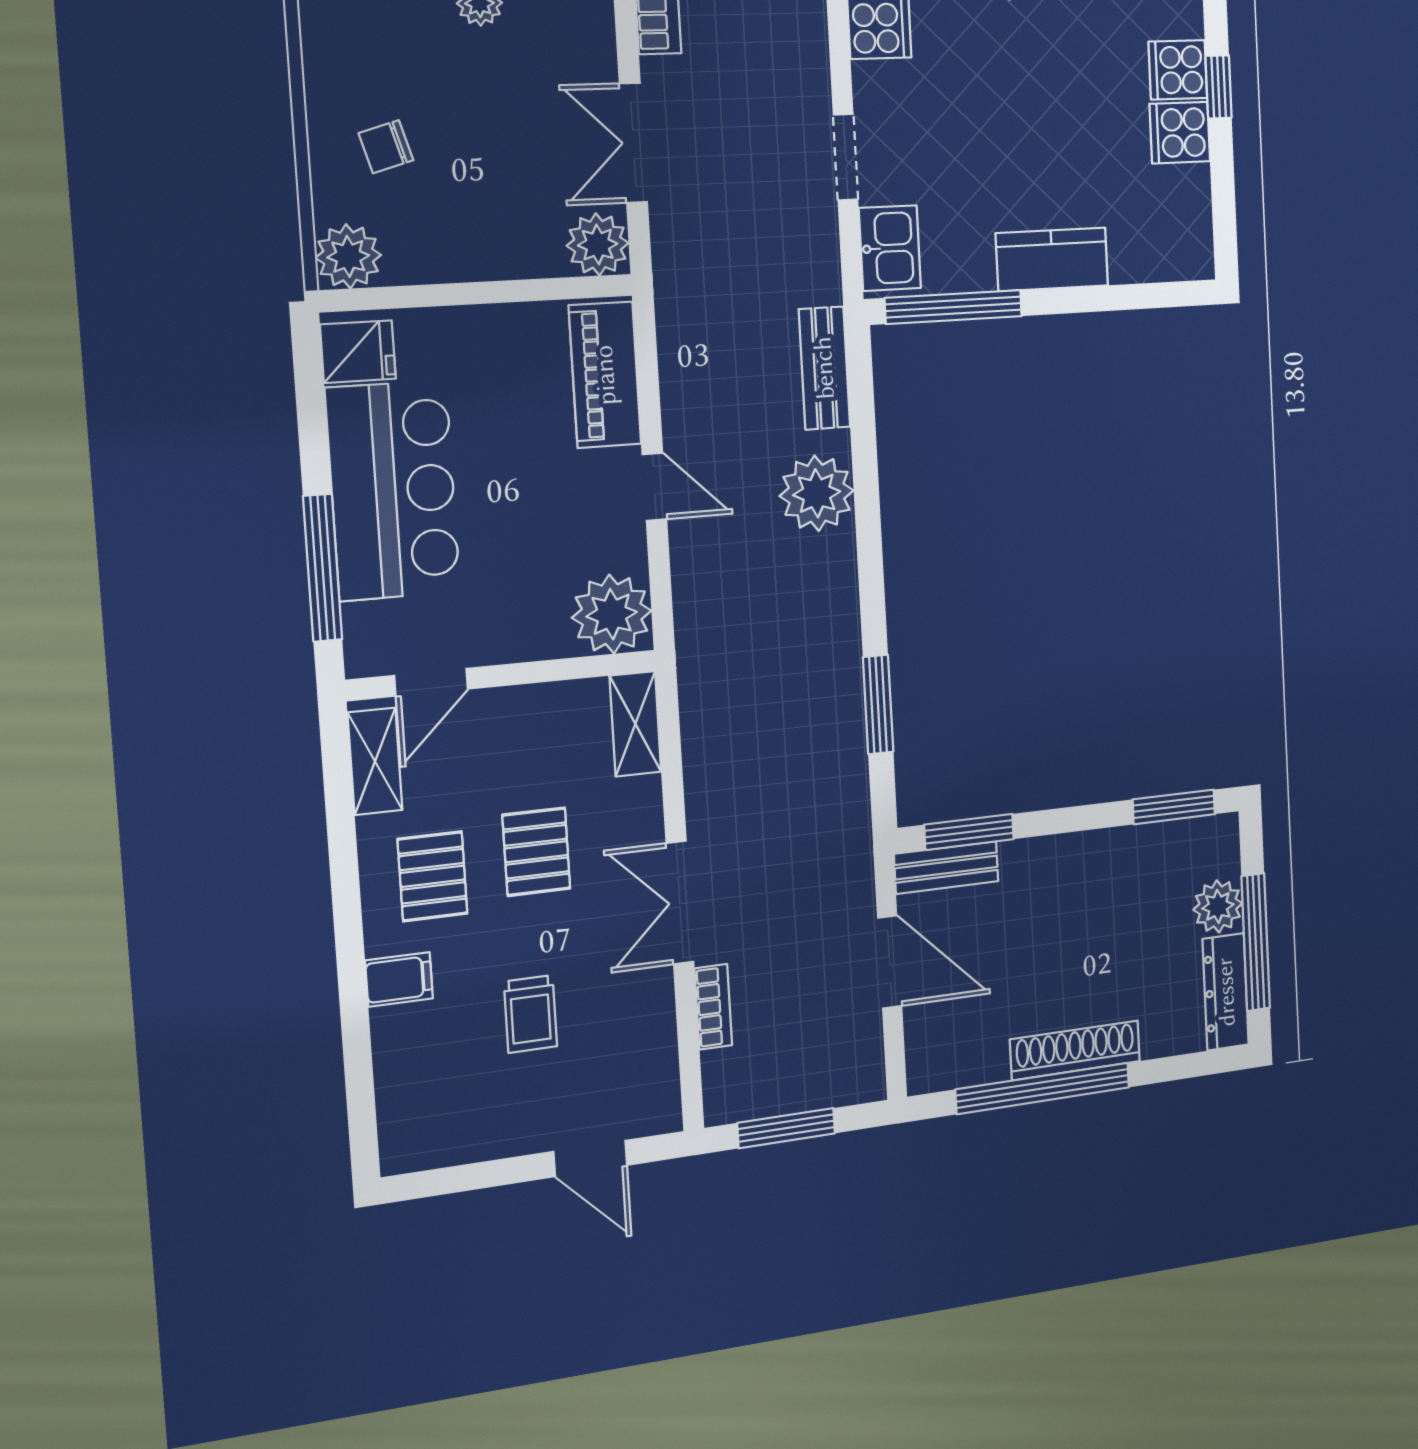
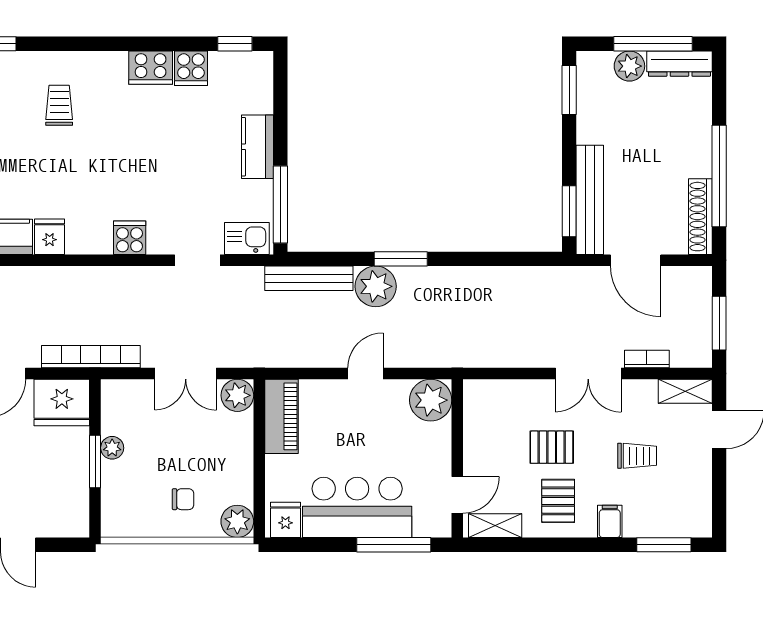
cooker: (1178, 70) -> (151, 68), width x1.36
window: (1219, 87) -> (235, 44), moved
chair: (386, 147) -> (183, 499), turned -74
bench: (824, 368) -> (309, 278), width x1.36
piano: (605, 375) -> (281, 416), moved, turned -90
door: (431, 682) -> (457, 495), hinge flipped
window: (878, 705) -> (401, 259), moved
shelving: (635, 724) -> (685, 391), moved
bench: (946, 868) -> (590, 200), width x1.86, depth x1.21
pallet: (432, 876) -> (558, 501), turned 90
door: (890, 962) -> (636, 260), swing flipped
shoe rack: (1075, 1050) -> (700, 217), moved
window: (360, 1089) -> (664, 545), added

